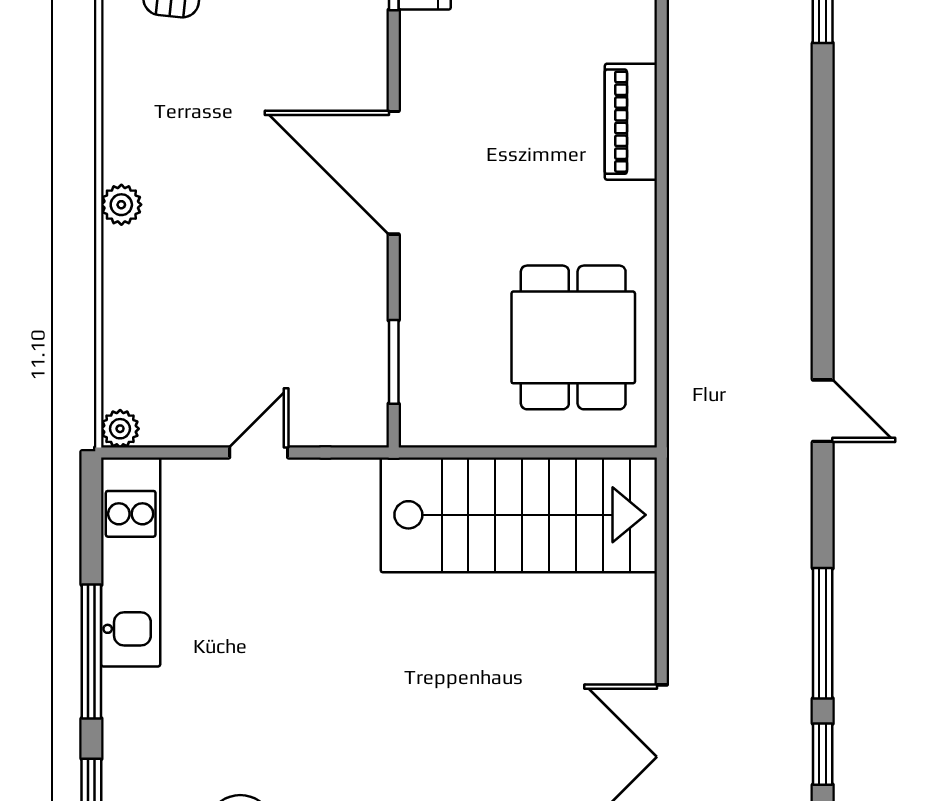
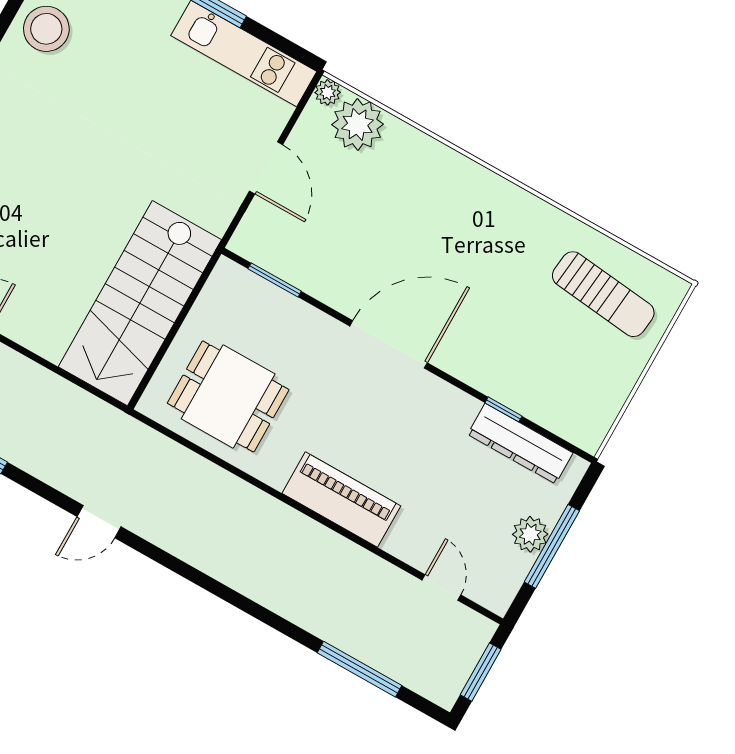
piano: (631, 122) -> (341, 500), width x1.37, depth x1.33
plant: (121, 205) -> (358, 124), moved, width x1.88, depth x1.88
door: (259, 452) -> (266, 168), width x1.38

